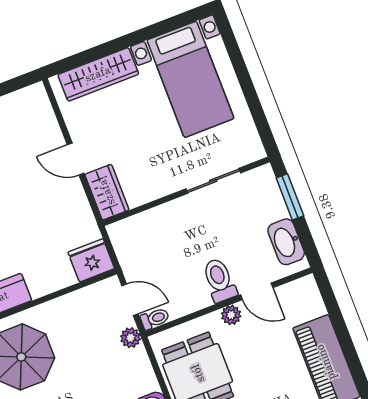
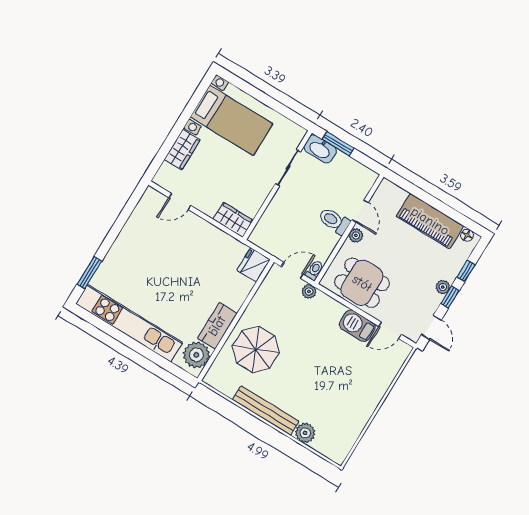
wardrobe: (98, 74) -> (182, 150), width x0.67
door: (76, 159) -> (180, 202), moved
washbasin: (286, 242) -> (320, 149), moved
door: (257, 291) -> (360, 211), hinge flipped

